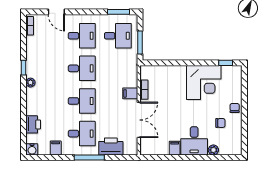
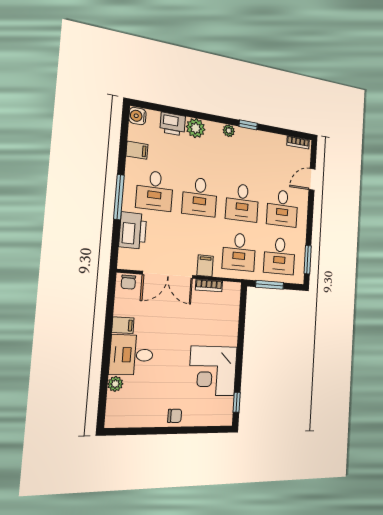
desk: (118, 68) -> (239, 252), added
plant: (33, 108) -> (196, 128), added
chair: (220, 123) -> (128, 282), moved

